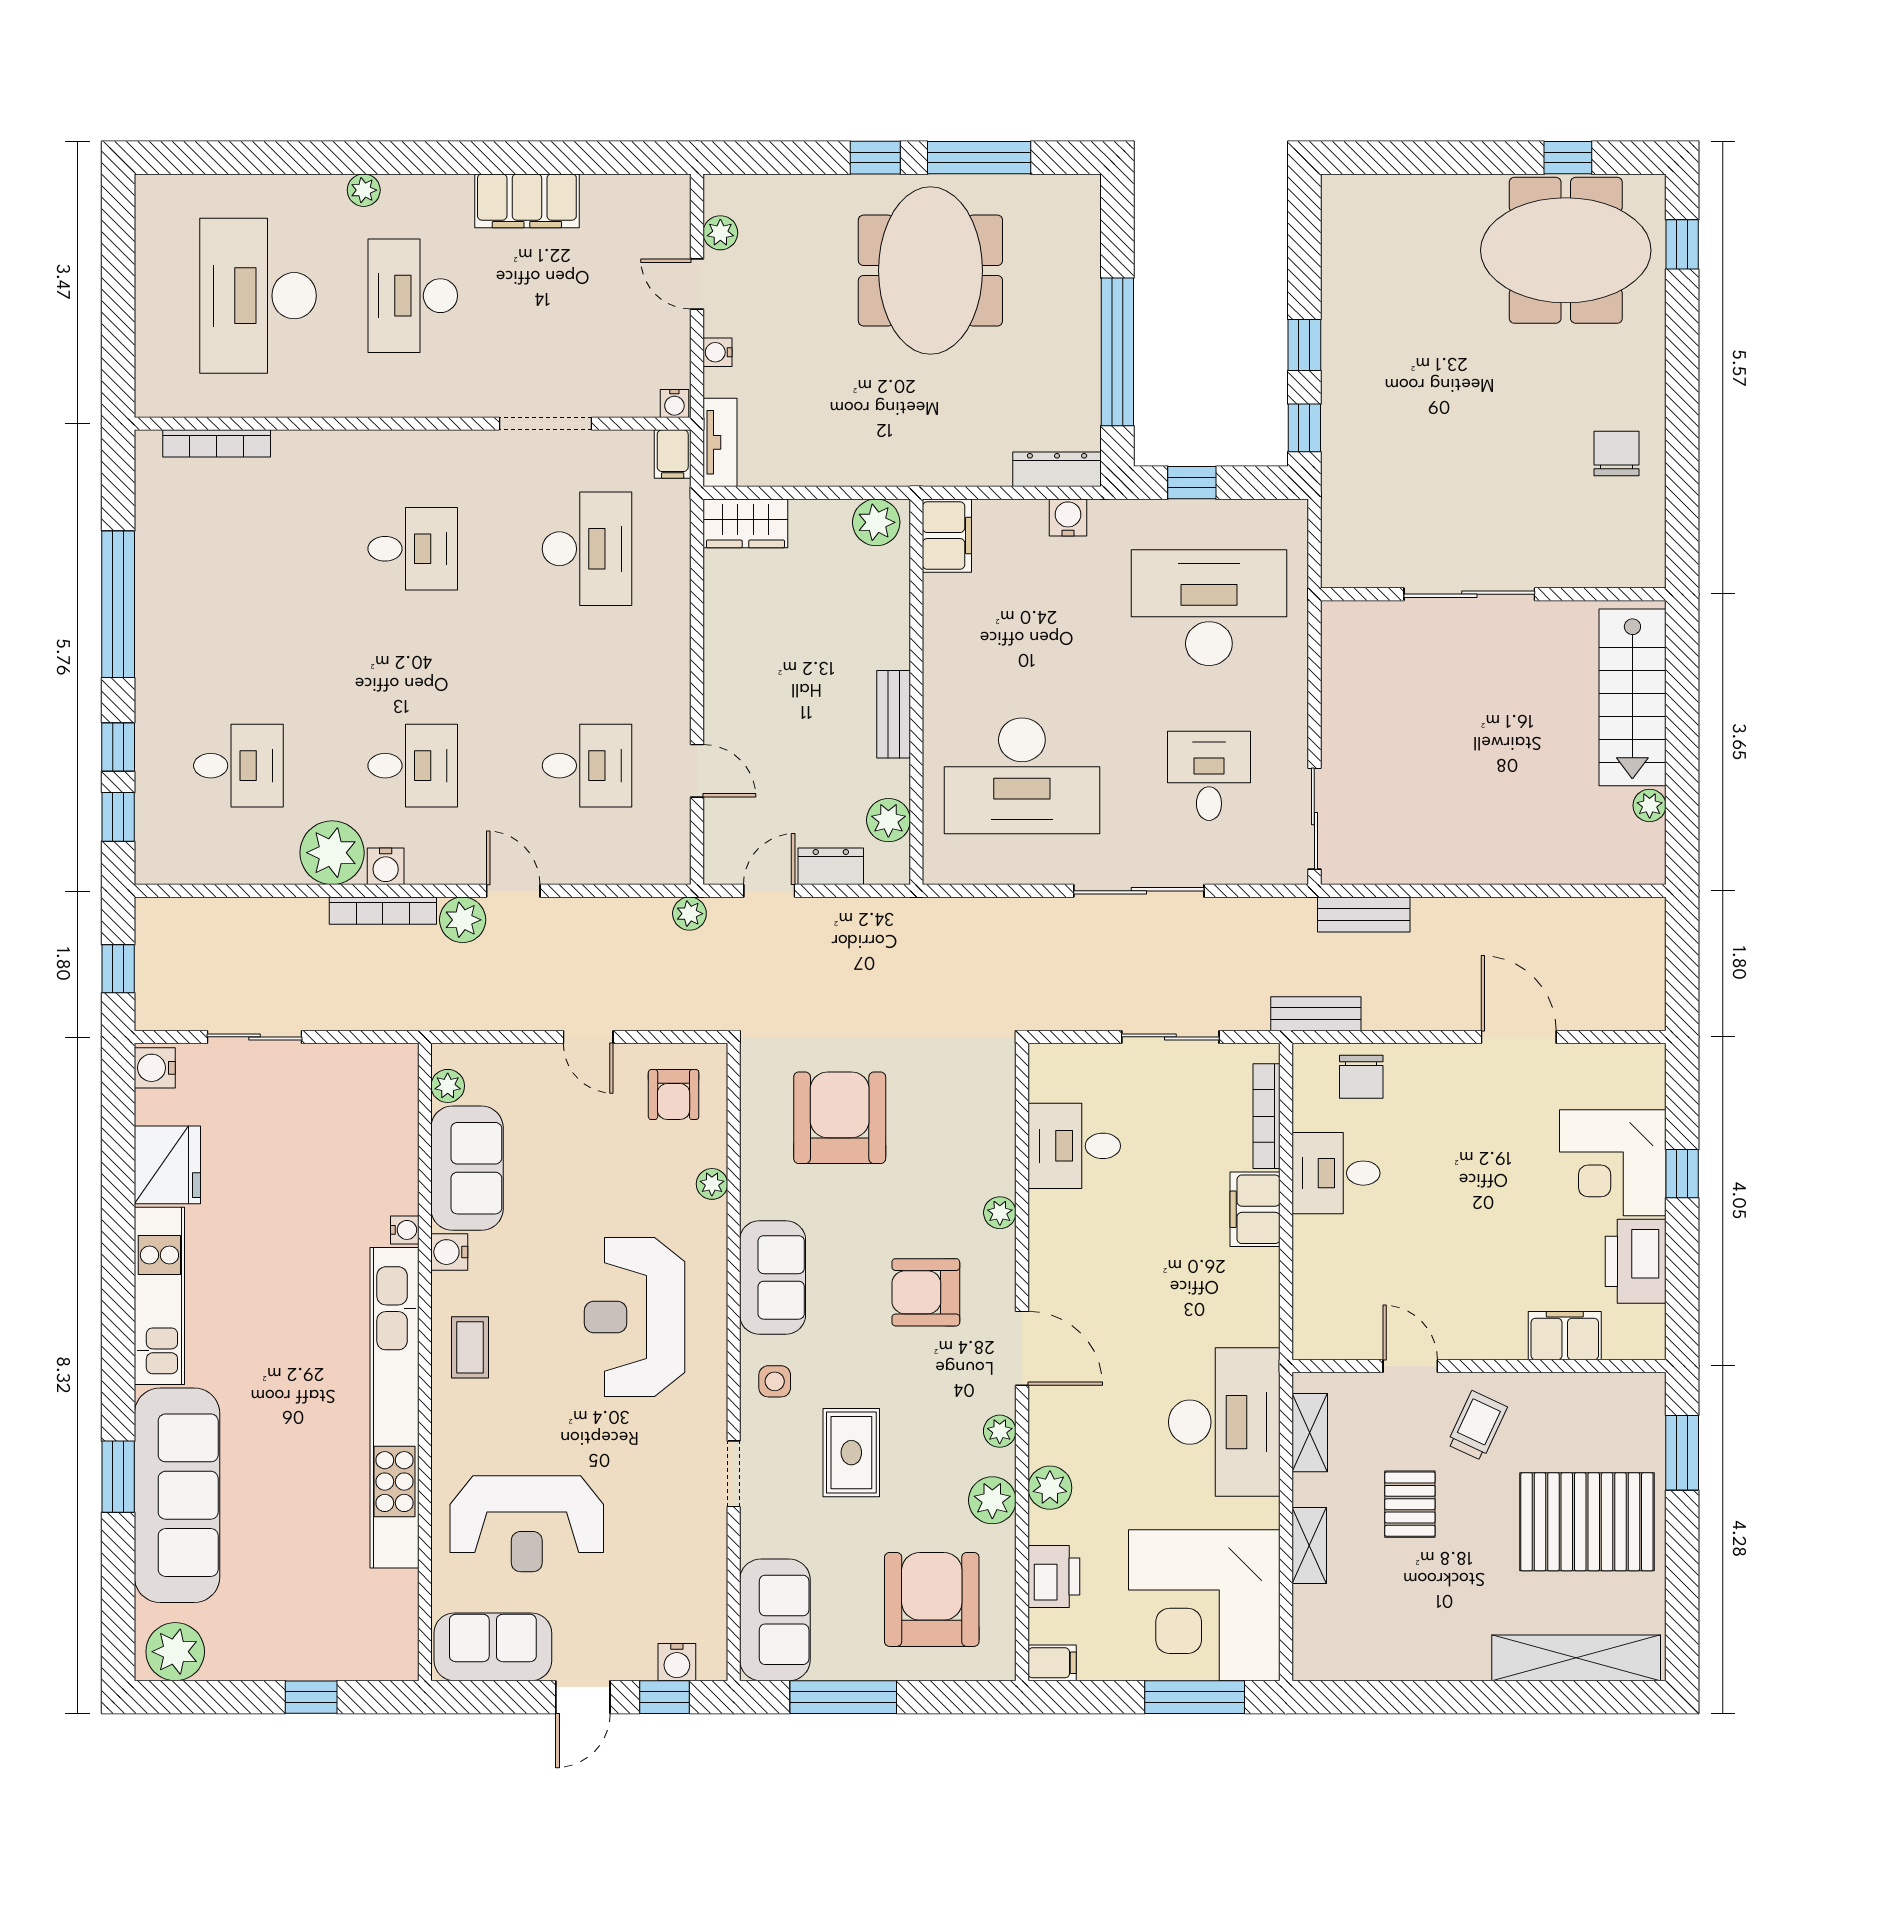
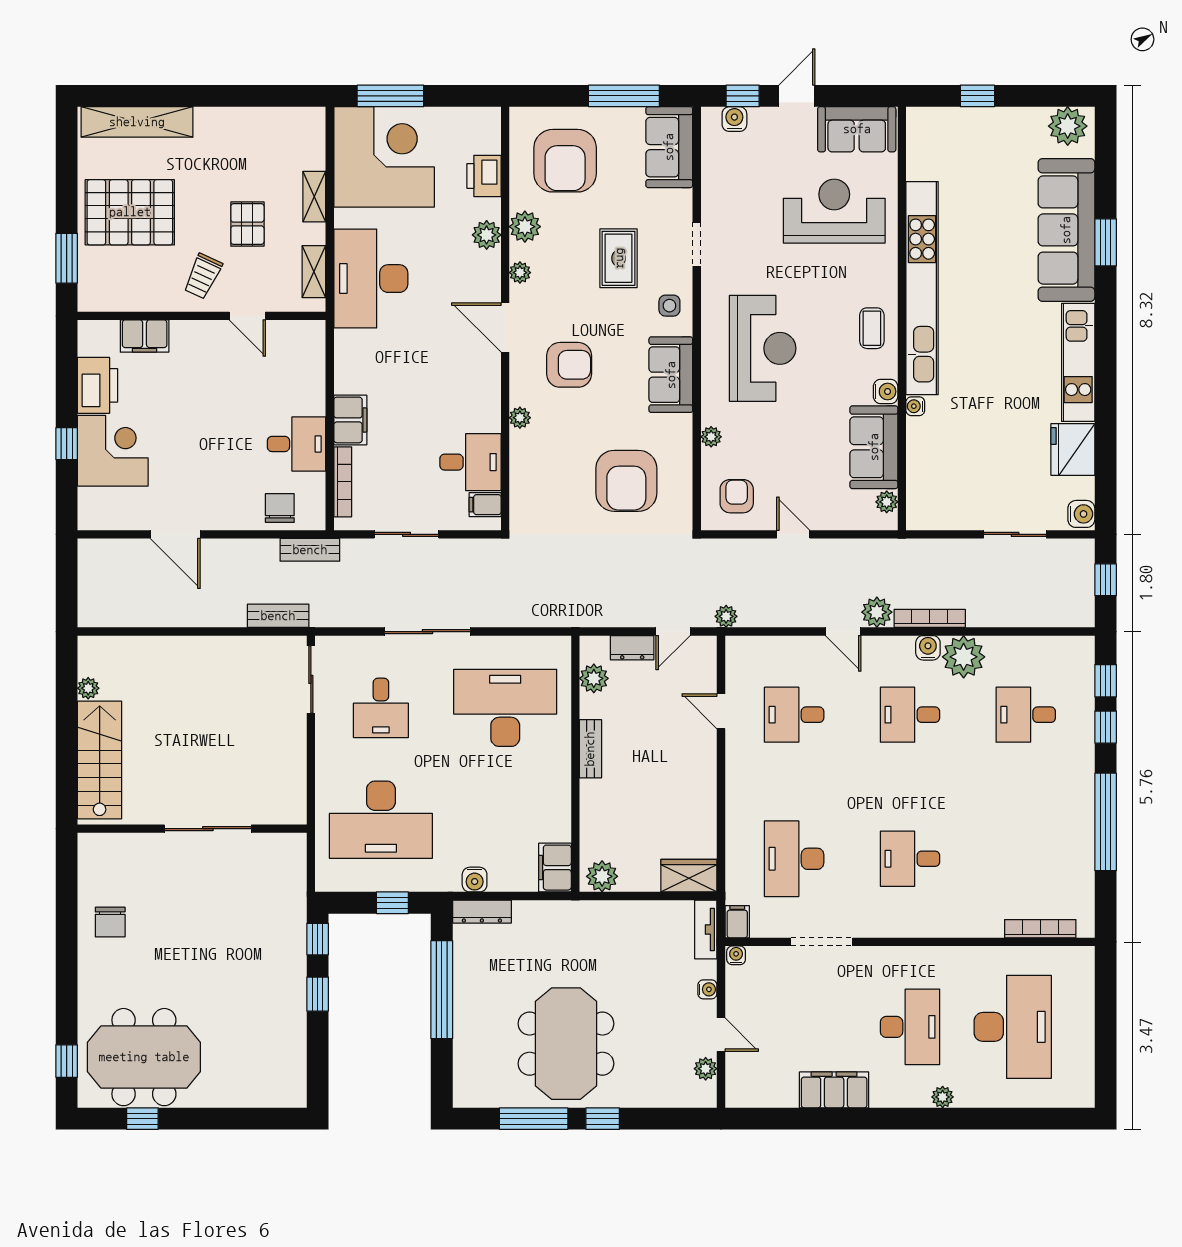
filing cabinet: (1052, 1663) -> (485, 505), moved

